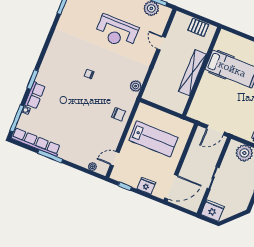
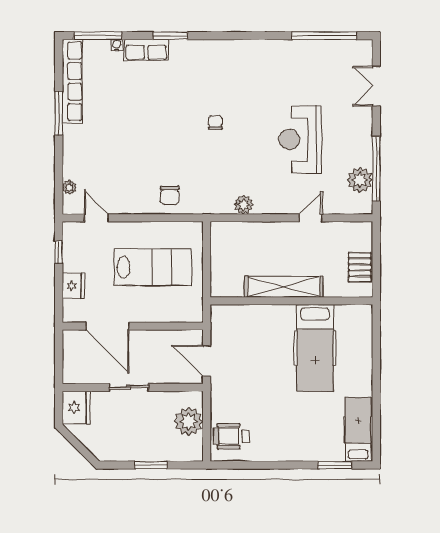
plant: (136, 86) -> (244, 205), moved
lab bench: (153, 139) -> (153, 267), turned -90
door: (171, 187) -> (107, 326), moved

